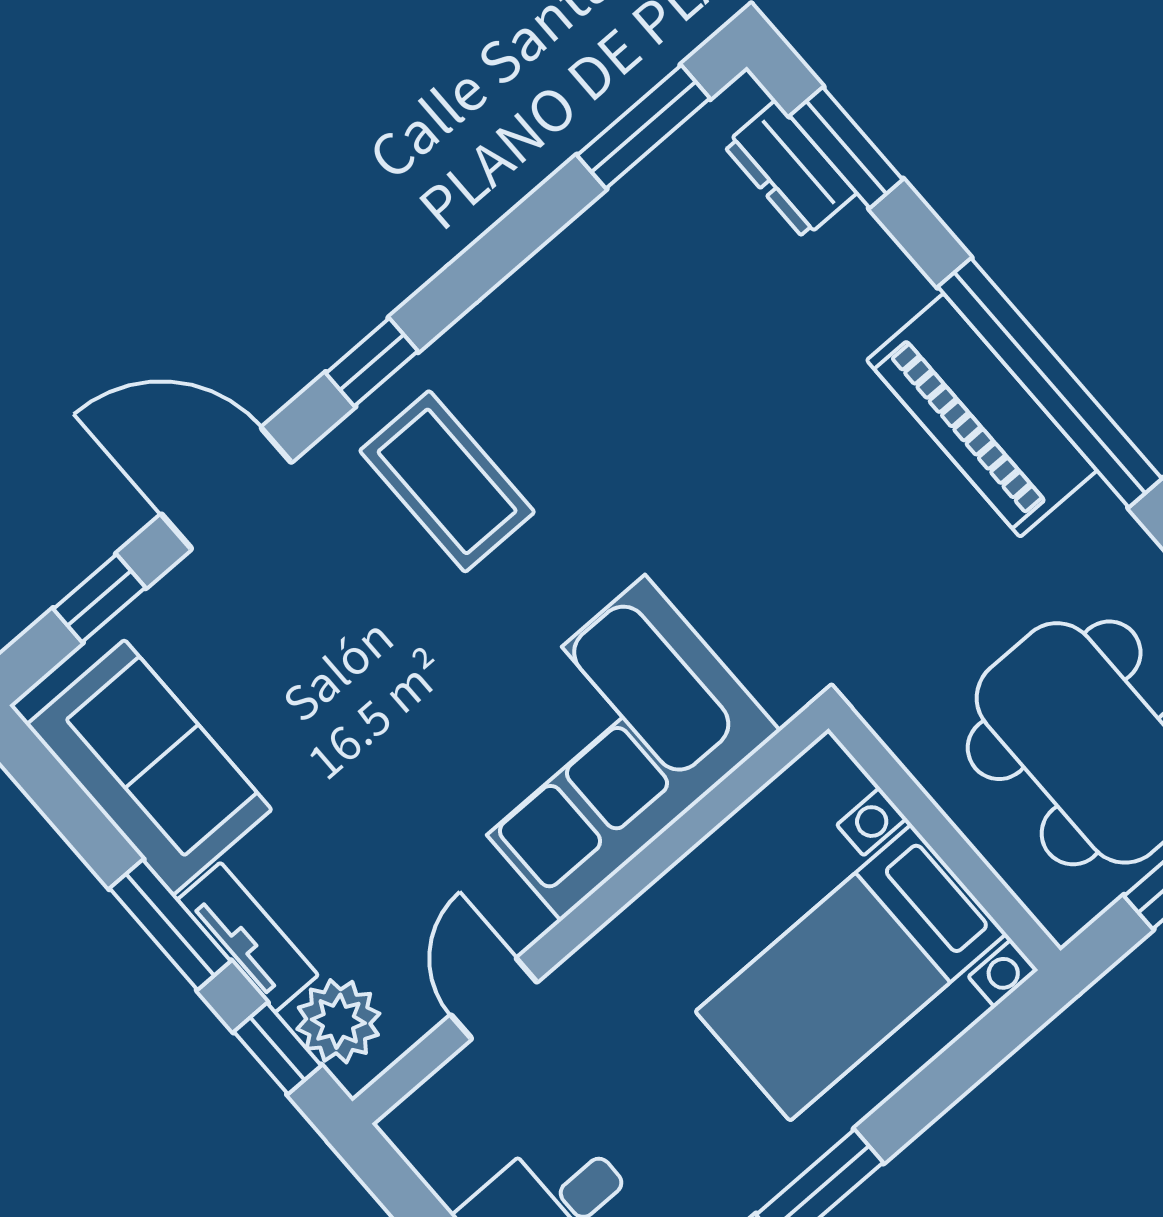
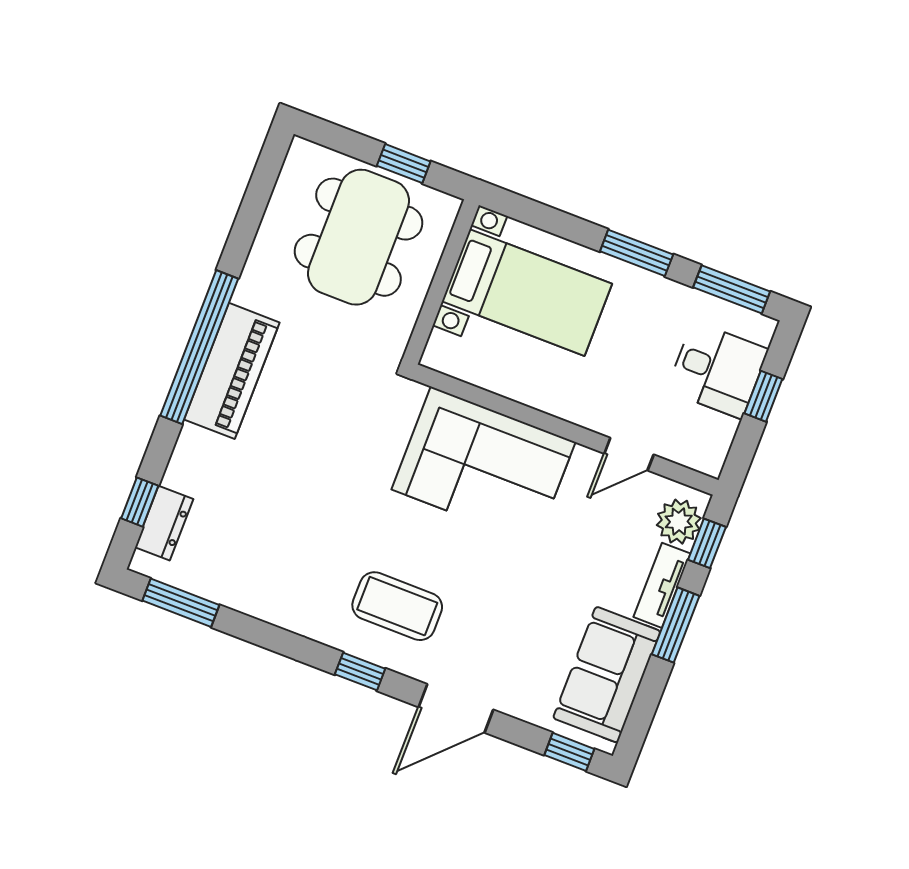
window: (846, 148) -> (140, 502), width x0.67
coffee table: (447, 481) -> (397, 606), turned 90
door: (226, 488) -> (456, 708), hinge flipped
window: (99, 598) -> (569, 752), moved

